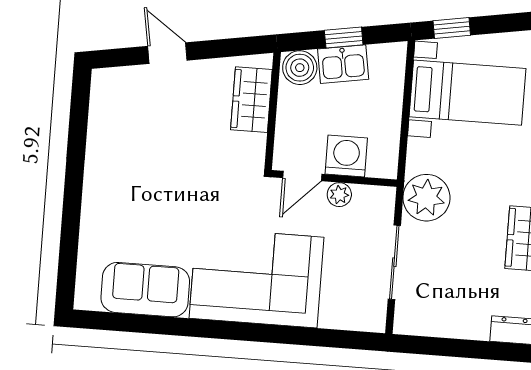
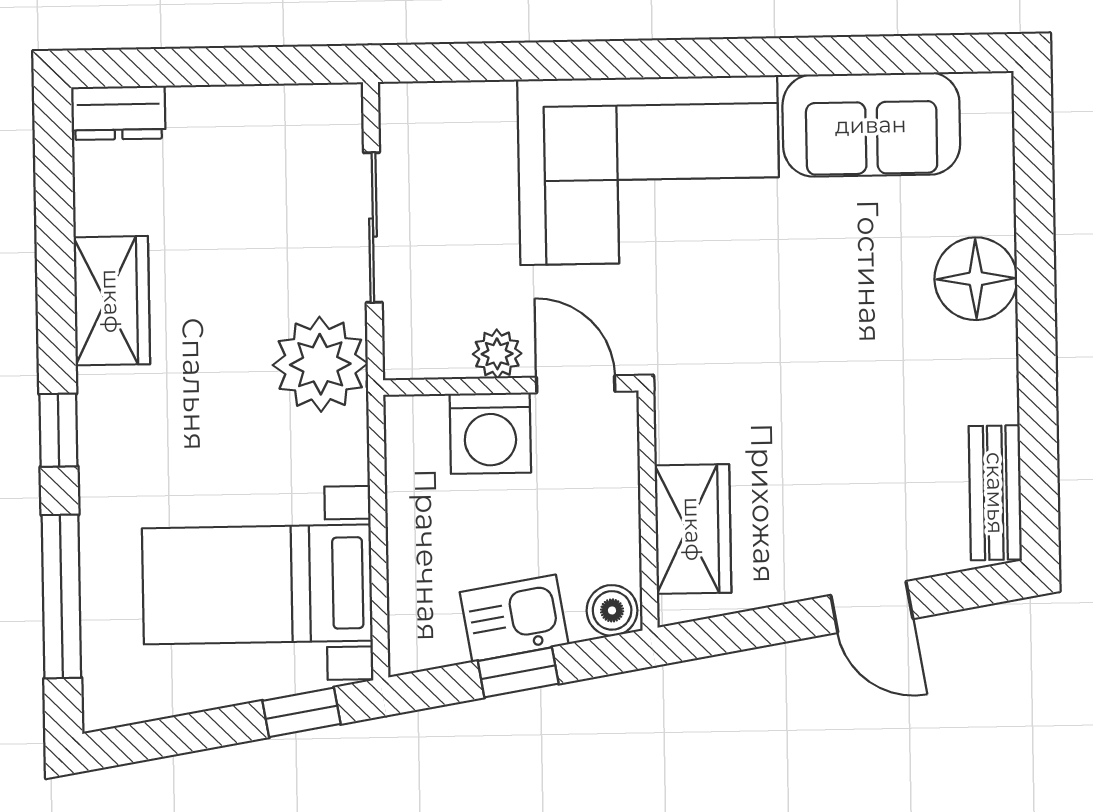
boiler: (300, 68) -> (612, 610), width x0.73, depth x0.73
bench: (102, 103) -> (995, 493), added
door: (302, 176) -> (576, 384), hinge flipped
floor lamp: (101, 209) -> (976, 279), added

